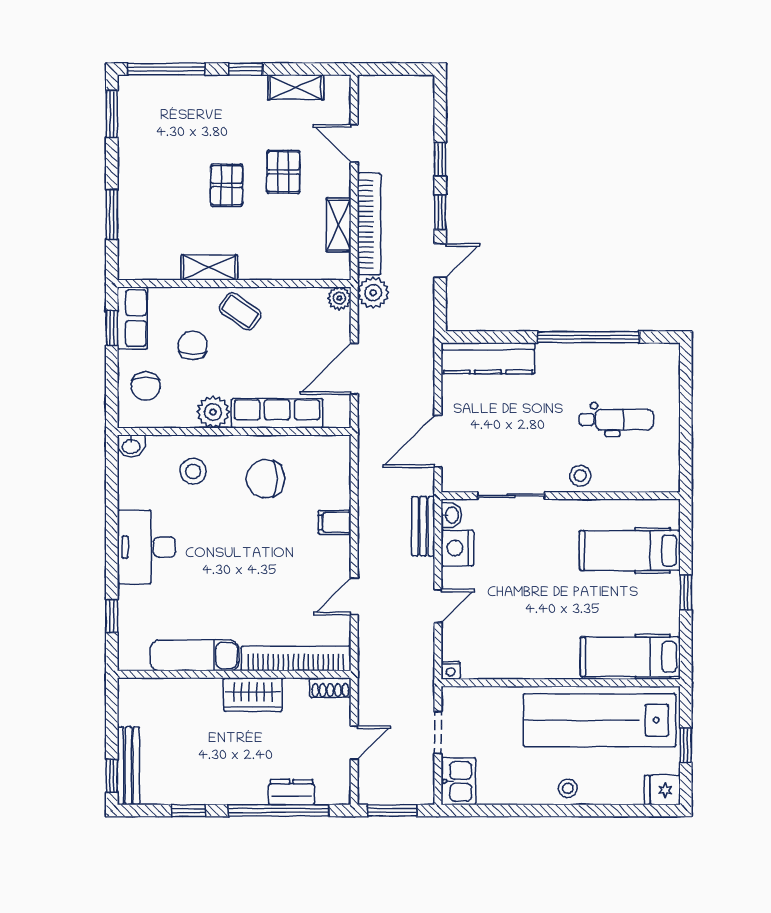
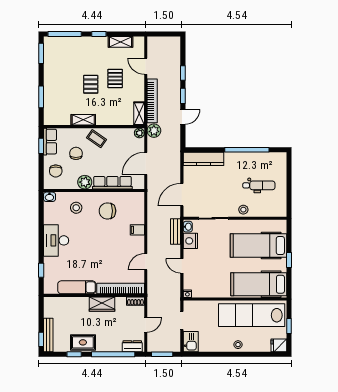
shelving: (339, 225) -> (139, 114), moved
hospital bed: (630, 550) -> (258, 246), width x1.37, depth x1.29
door: (438, 606) -> (182, 266), swing flipped
hospital bed: (630, 657) -> (259, 284), width x1.37, depth x1.29
rug: (209, 783) -> (83, 342), added
dresser: (292, 792) -> (132, 346), moved

